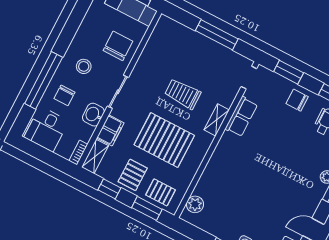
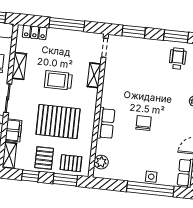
locker: (177, 30) -> (35, 32), added
shelving: (145, 61) -> (19, 66), added
chair: (297, 100) -> (144, 123), moved, turned 90
row of seats: (241, 117) -> (106, 123), moved
shelving: (217, 120) -> (94, 75), moved

